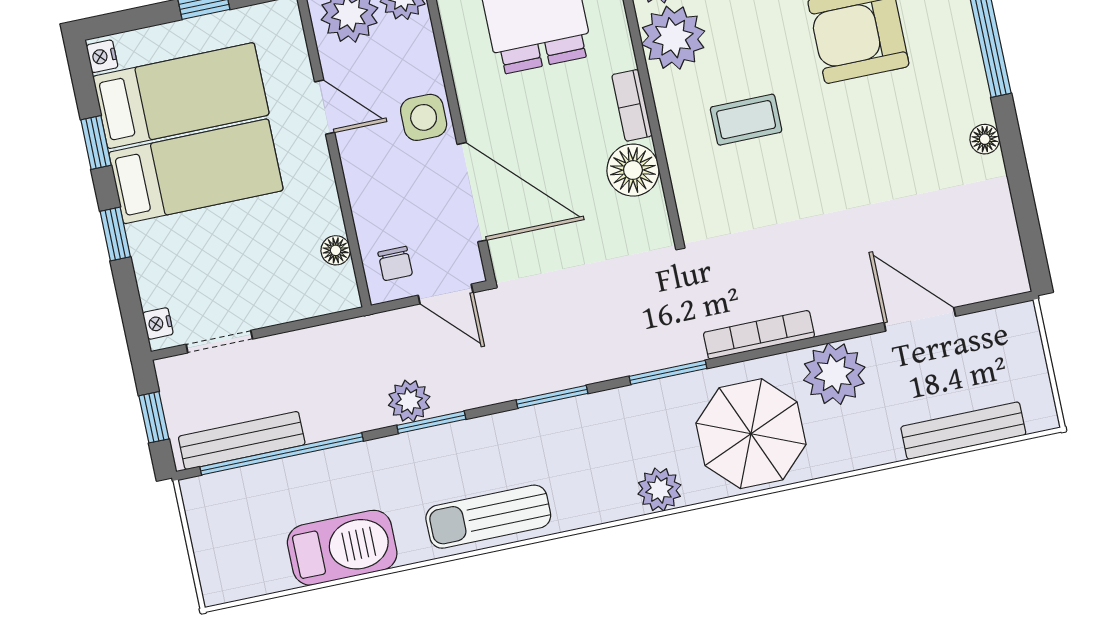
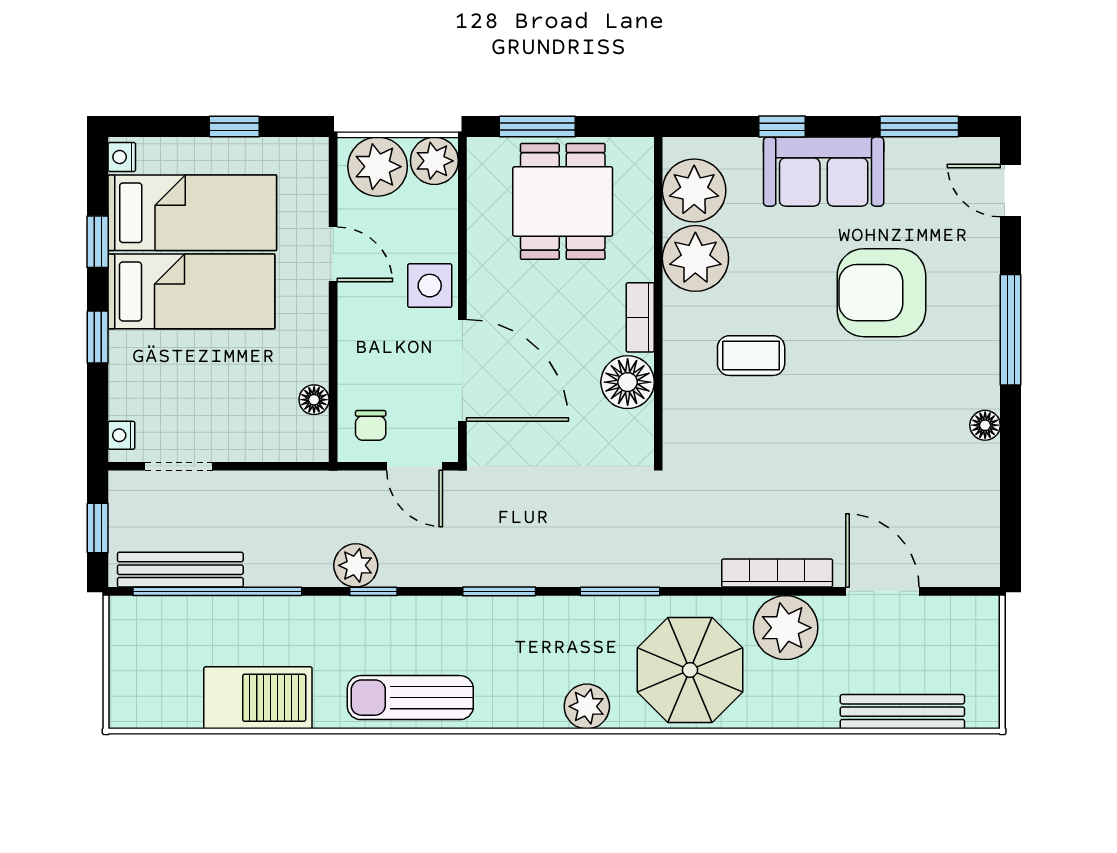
bookcase: (759, 335) -> (777, 573), moved
window: (431, 422) -> (373, 591), width x0.67

